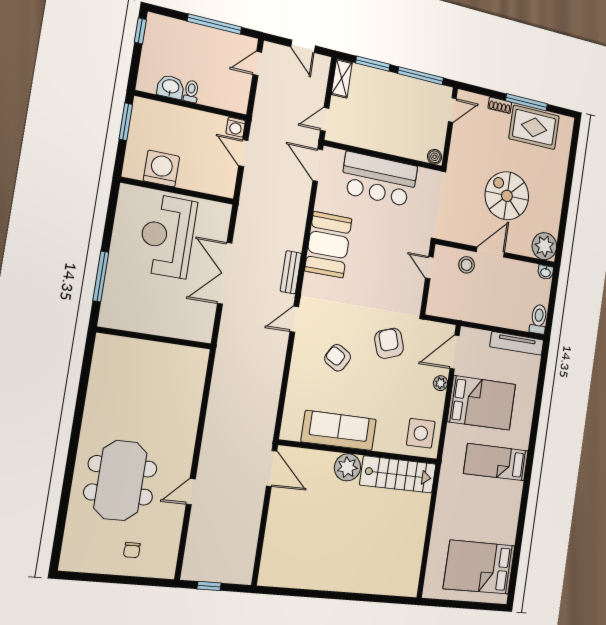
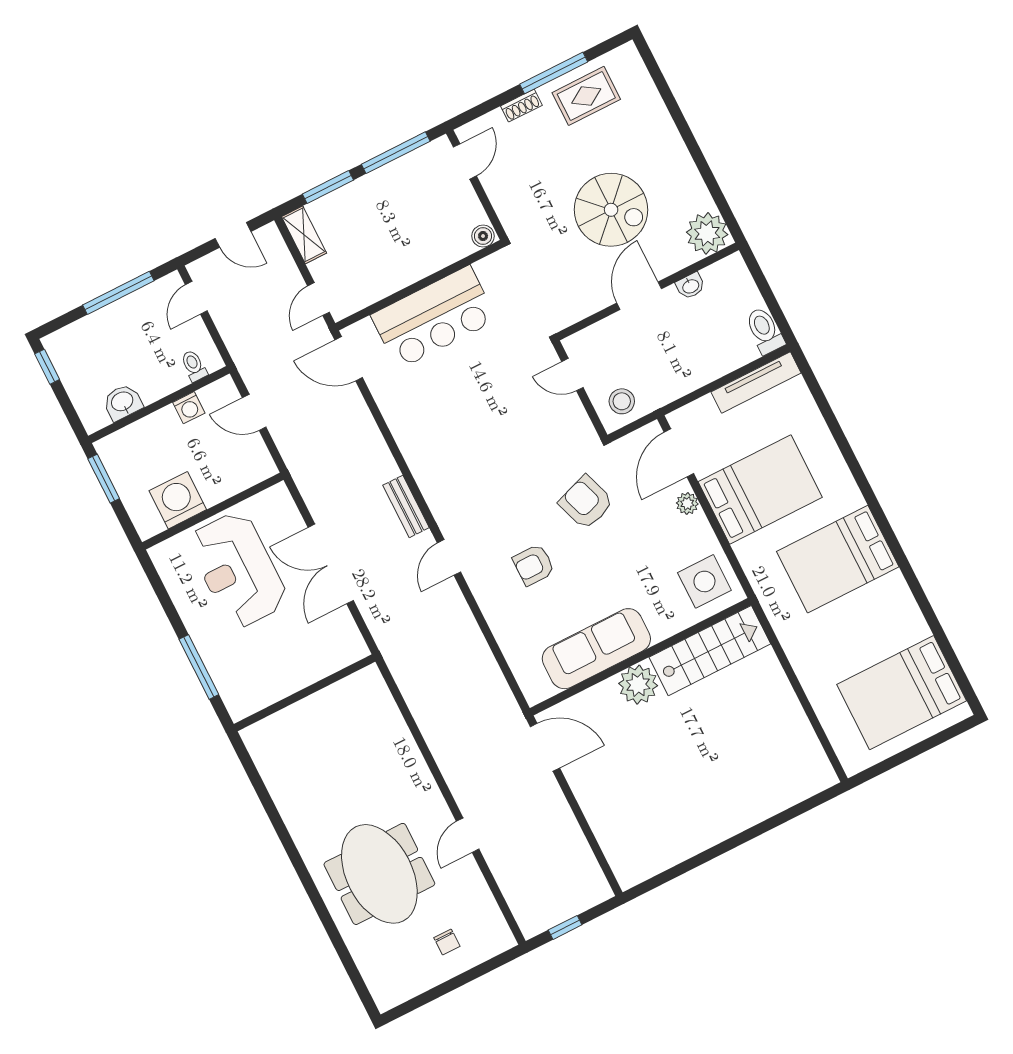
toilet: (191, 91) -> (194, 366), moved
washing machine: (236, 127) -> (189, 408), moved
rug: (534, 127) -> (586, 96), width x0.73, depth x0.70
spiral stairs: (507, 196) -> (611, 210), turned 180
booth: (328, 245) -> (428, 441), removed
stool: (467, 265) -> (622, 401), moved
washbasin: (546, 272) -> (690, 286), moved
armchair: (338, 358) -> (534, 565), turned -30
bed: (496, 462) -> (838, 559), width x1.50

